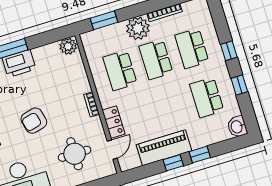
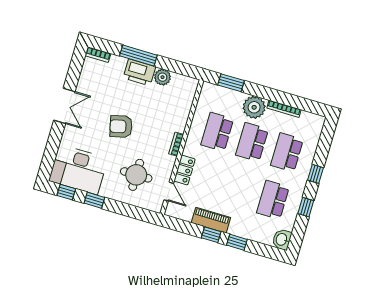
plant: (68, 46) -> (162, 77), moved
piano: (164, 148) -> (211, 220), width x0.73, depth x0.75
door: (112, 150) -> (169, 192), hinge flipped

